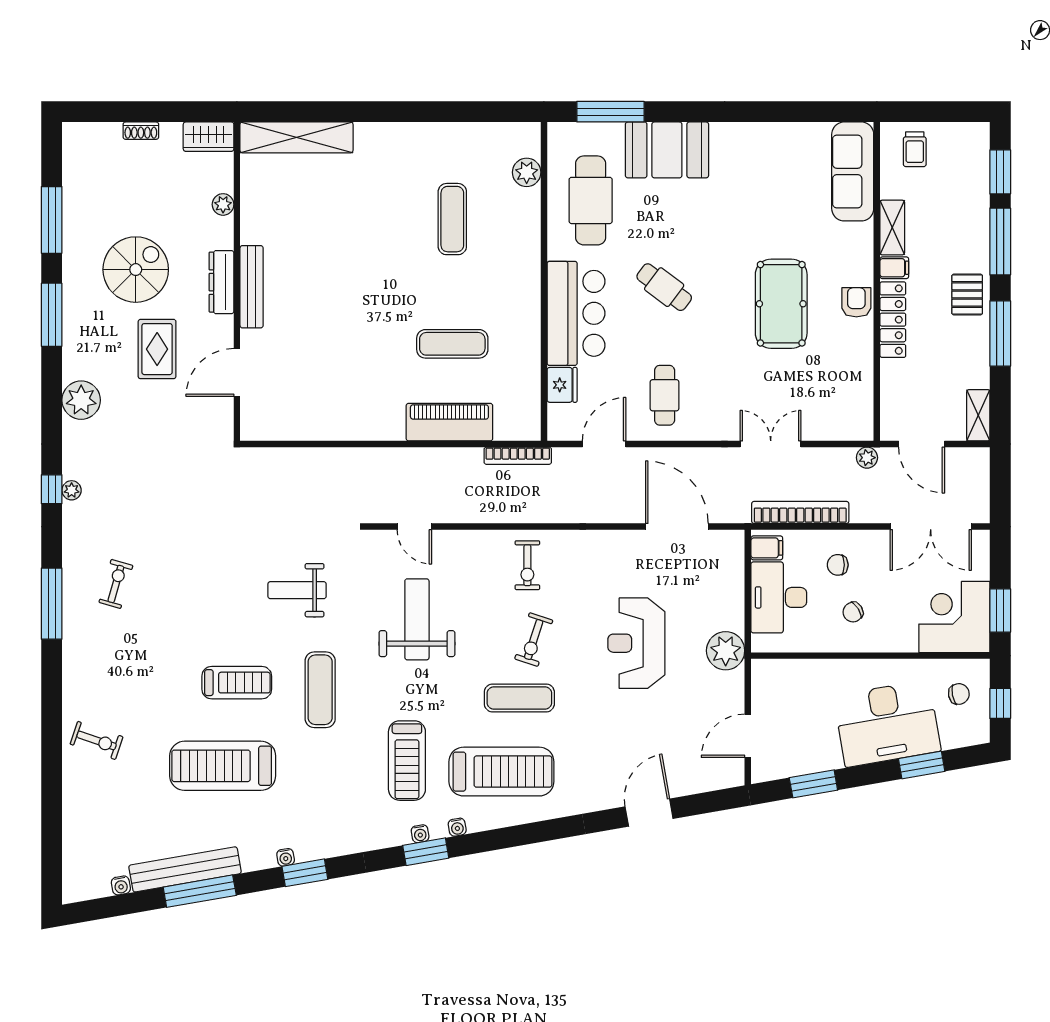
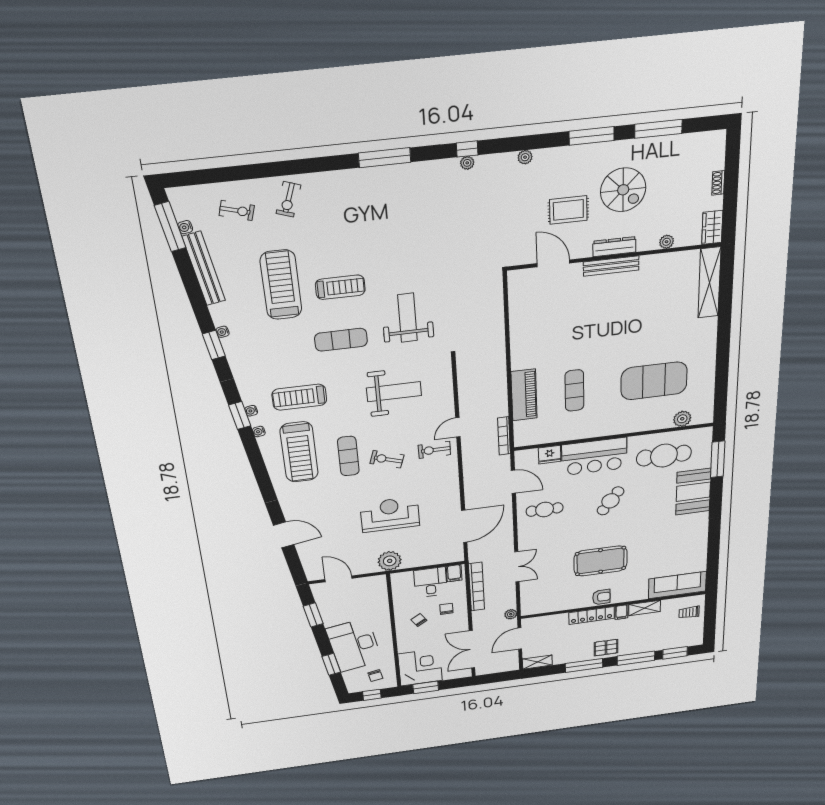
exercise mat: (452, 219) -> (654, 381), width x2.00, depth x1.45
plant: (81, 400) -> (525, 157), width x0.53, depth x0.53
door: (414, 527) -> (458, 427), moved
exercise bike: (116, 584) -> (237, 210), moved
weight bench: (297, 590) -> (407, 318), width x1.36, depth x1.33
desk: (779, 597) -> (430, 582), width x0.73
treadmill: (237, 683) -> (340, 287), turned -90
window: (200, 891) -> (170, 227), moved

